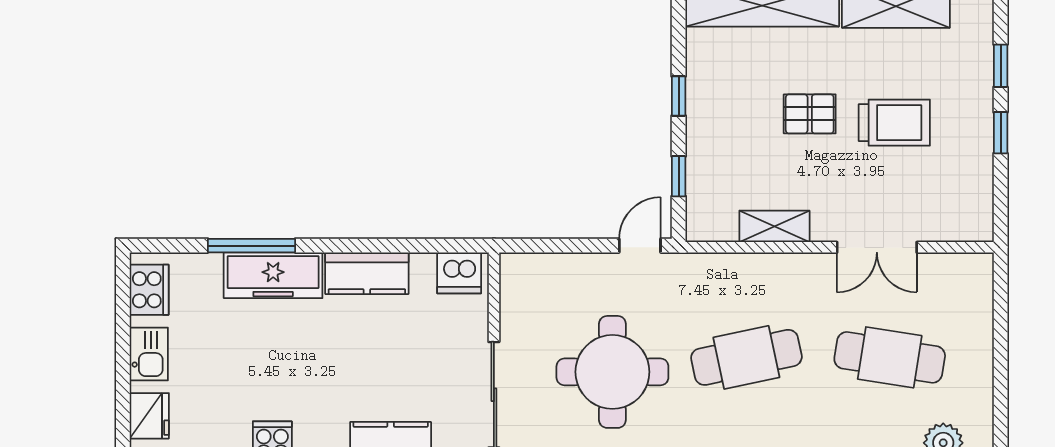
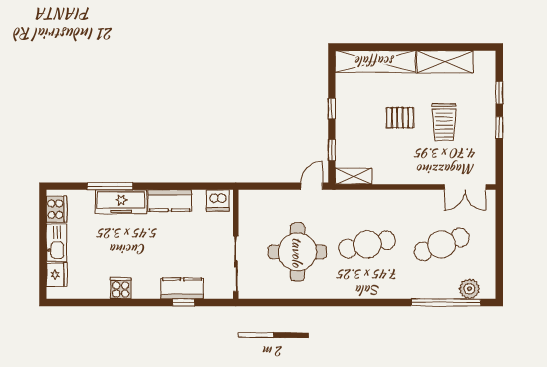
trolley: (894, 123) -> (444, 122), turned 90
shelving: (774, 226) -> (354, 176), moved
double door: (877, 247) -> (465, 187), moved
kitchen sink: (149, 354) -> (56, 243), width x1.38
cafe table: (890, 357) -> (442, 244), turned -30

